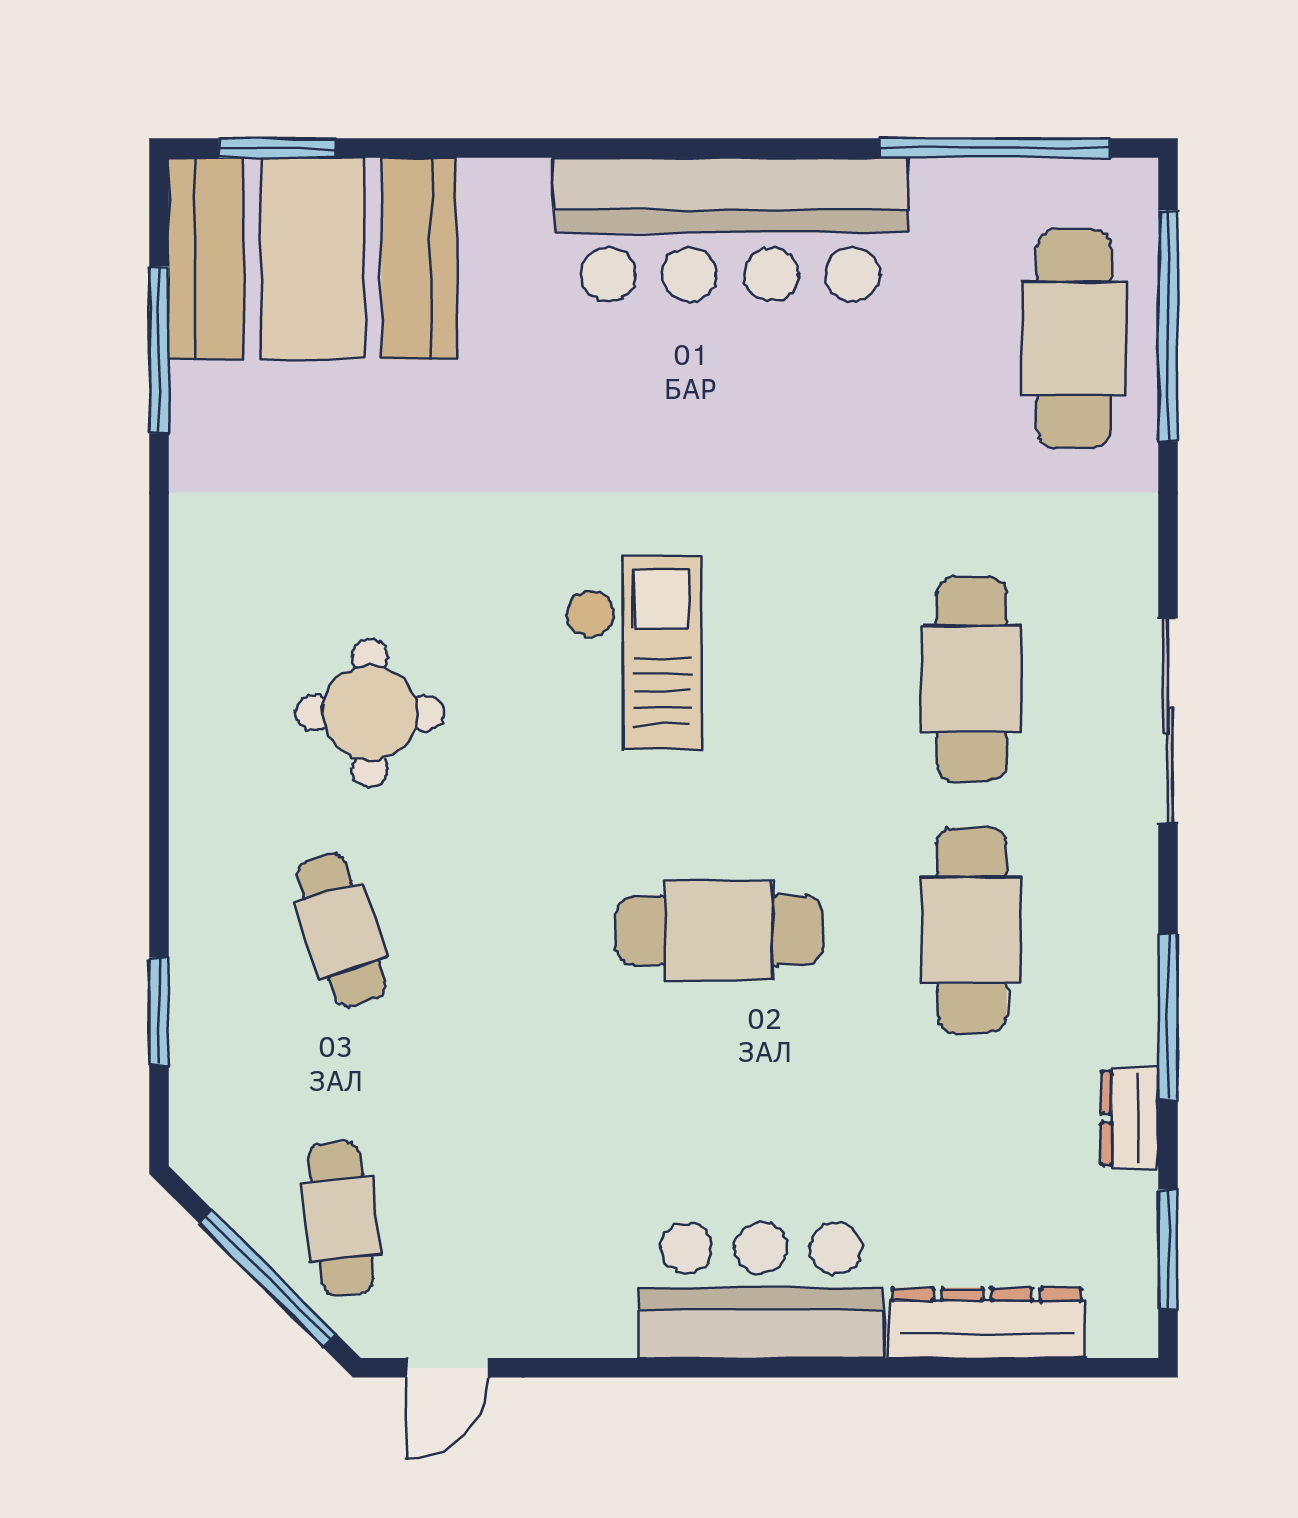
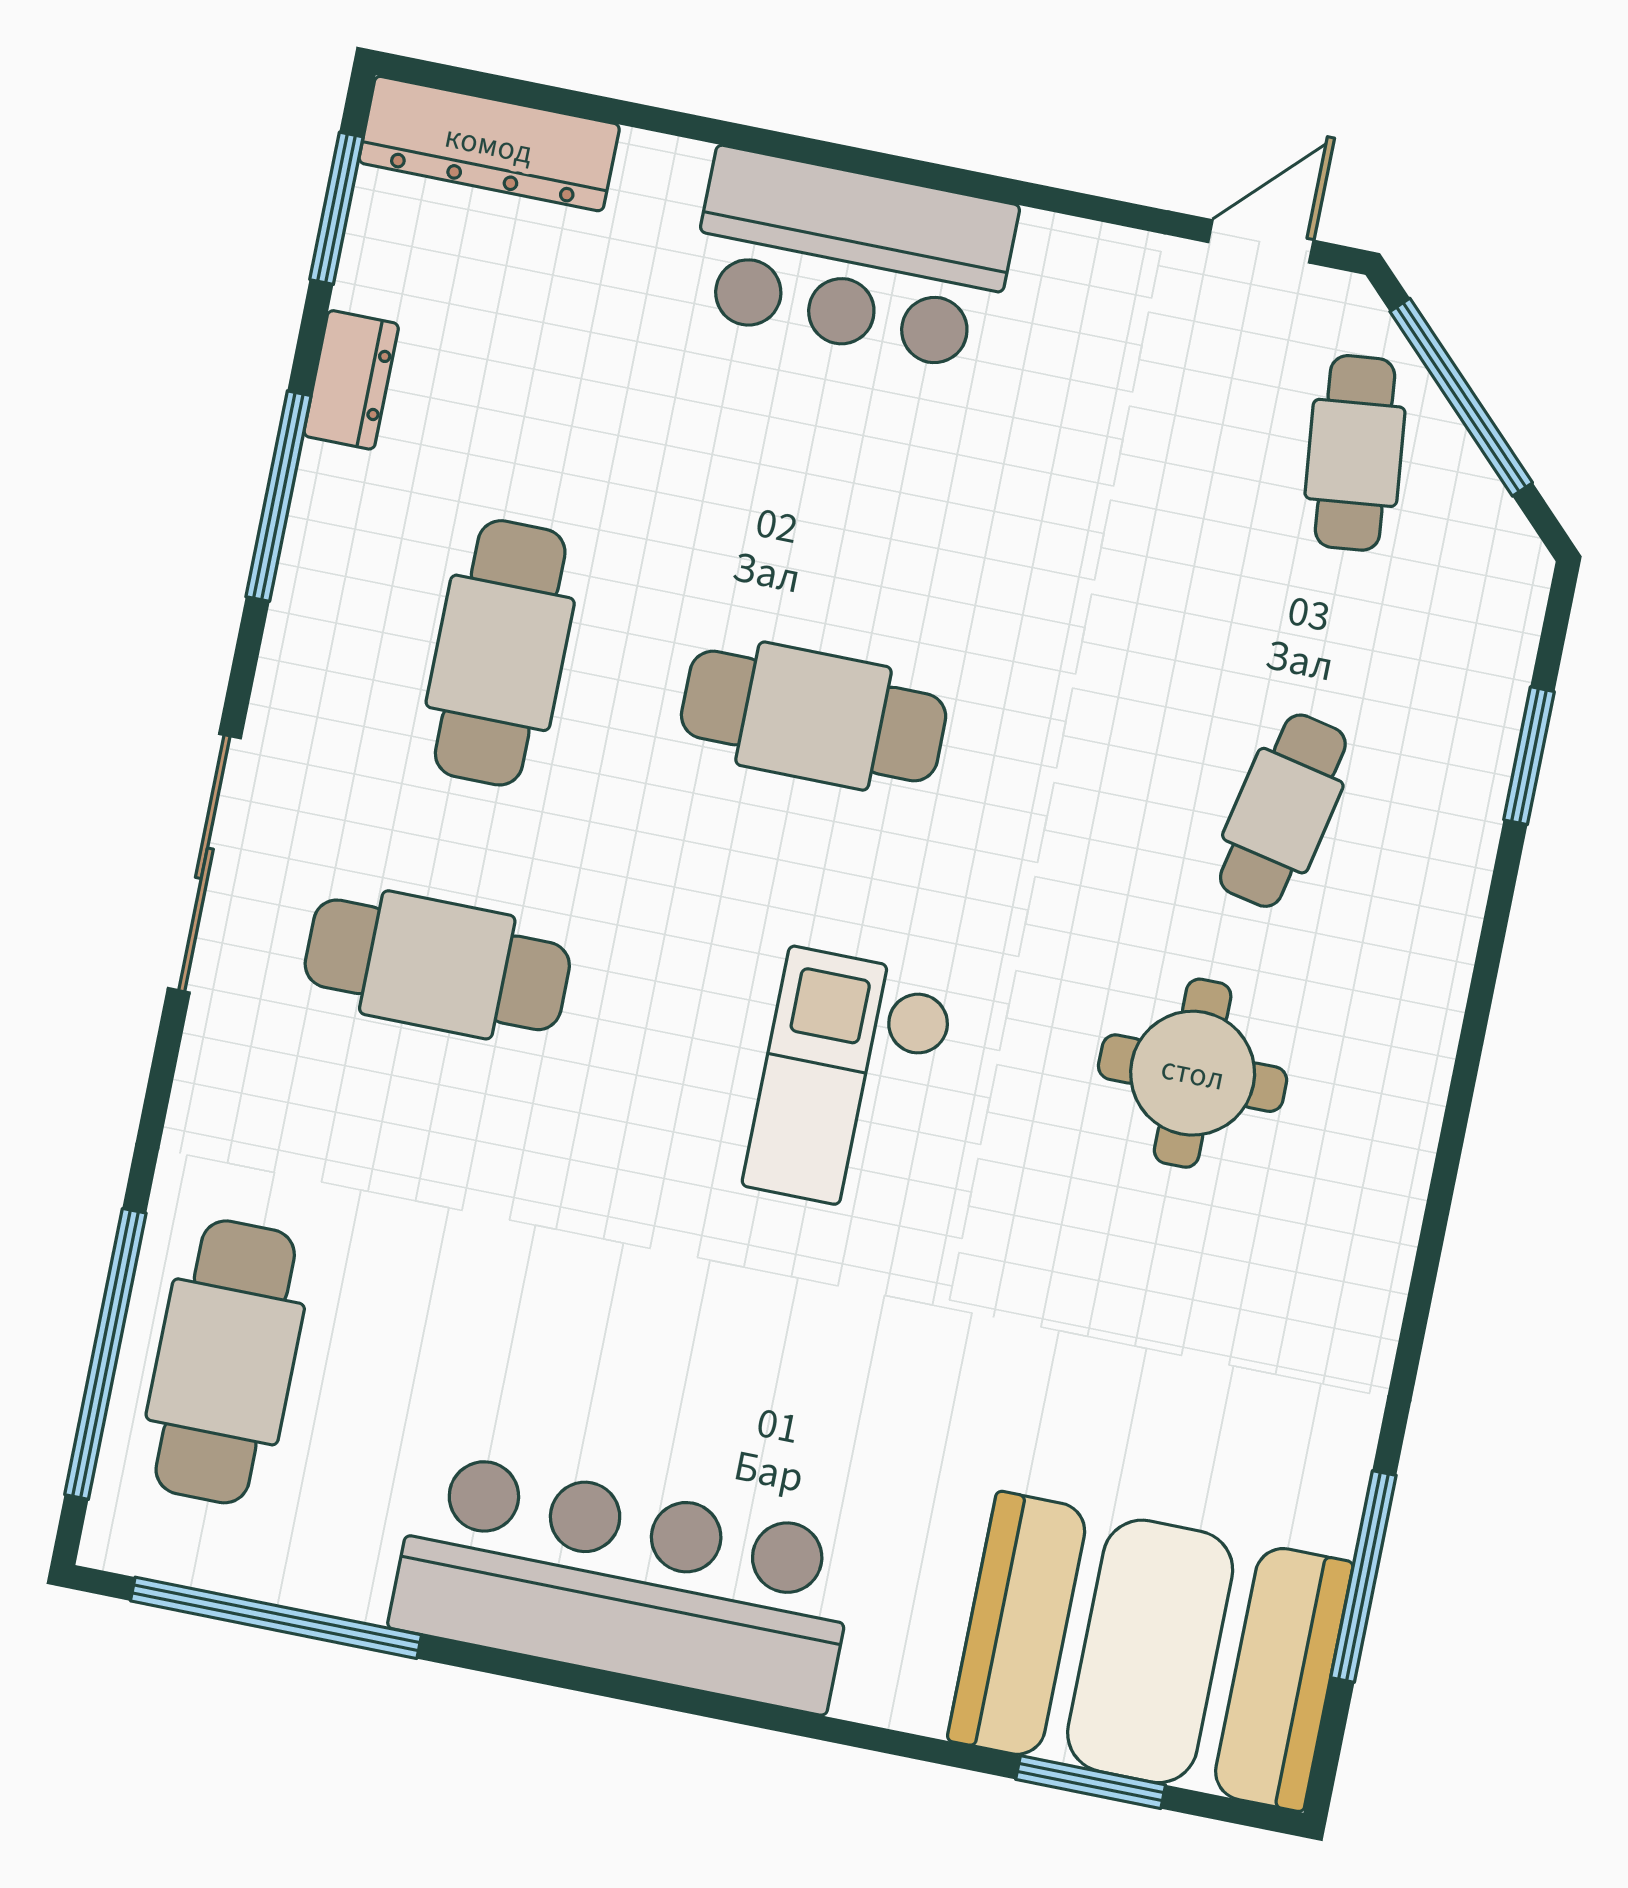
window: (277, 148) -> (1091, 1782), moved
cafe table: (972, 679) -> (437, 965), turned 90
cafe table: (341, 930) -> (1283, 811), turned 30
dresser: (987, 1323) -> (489, 144), moved

